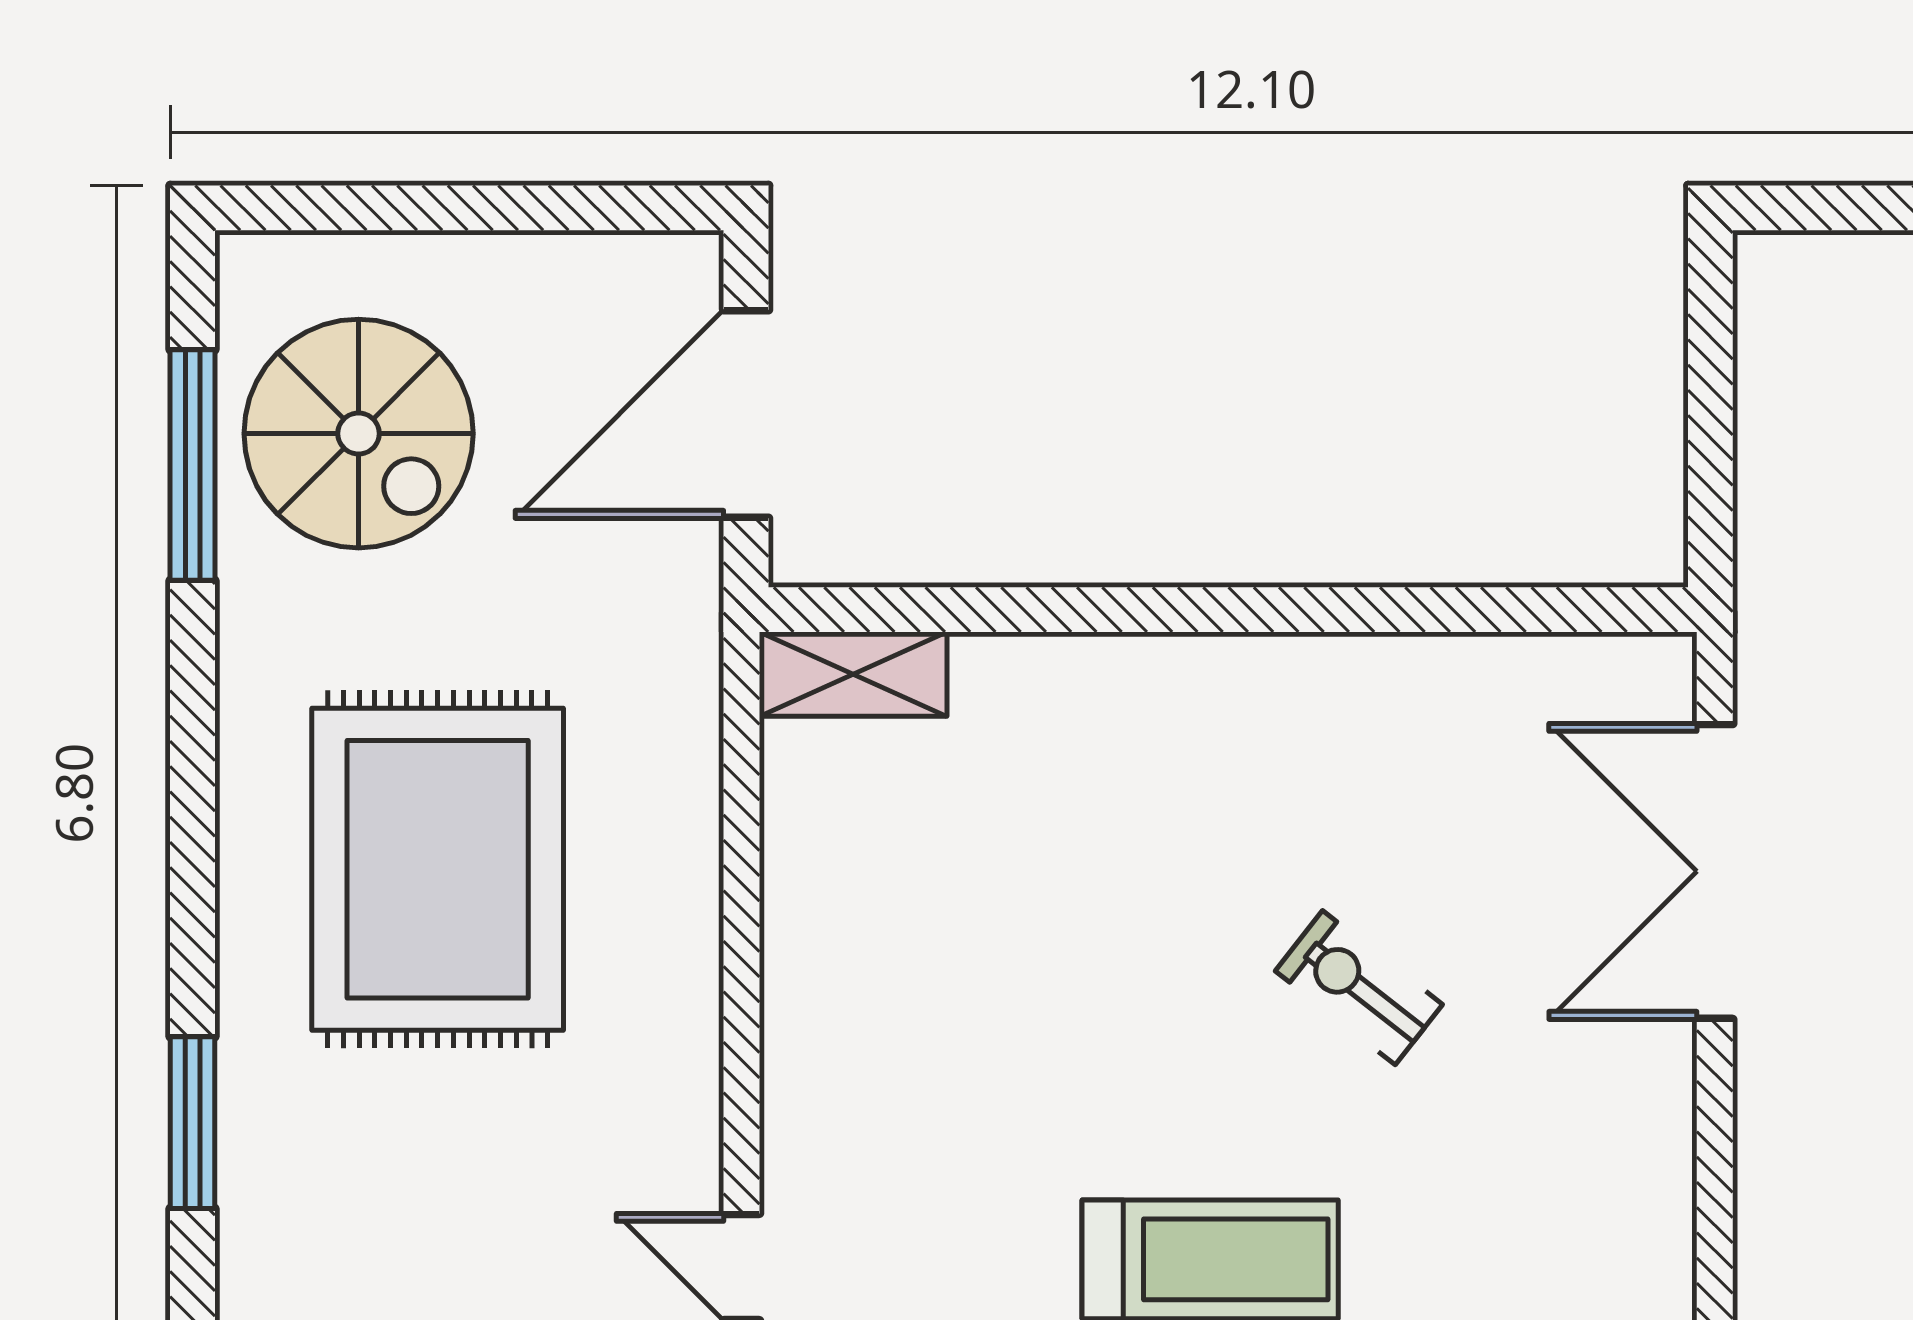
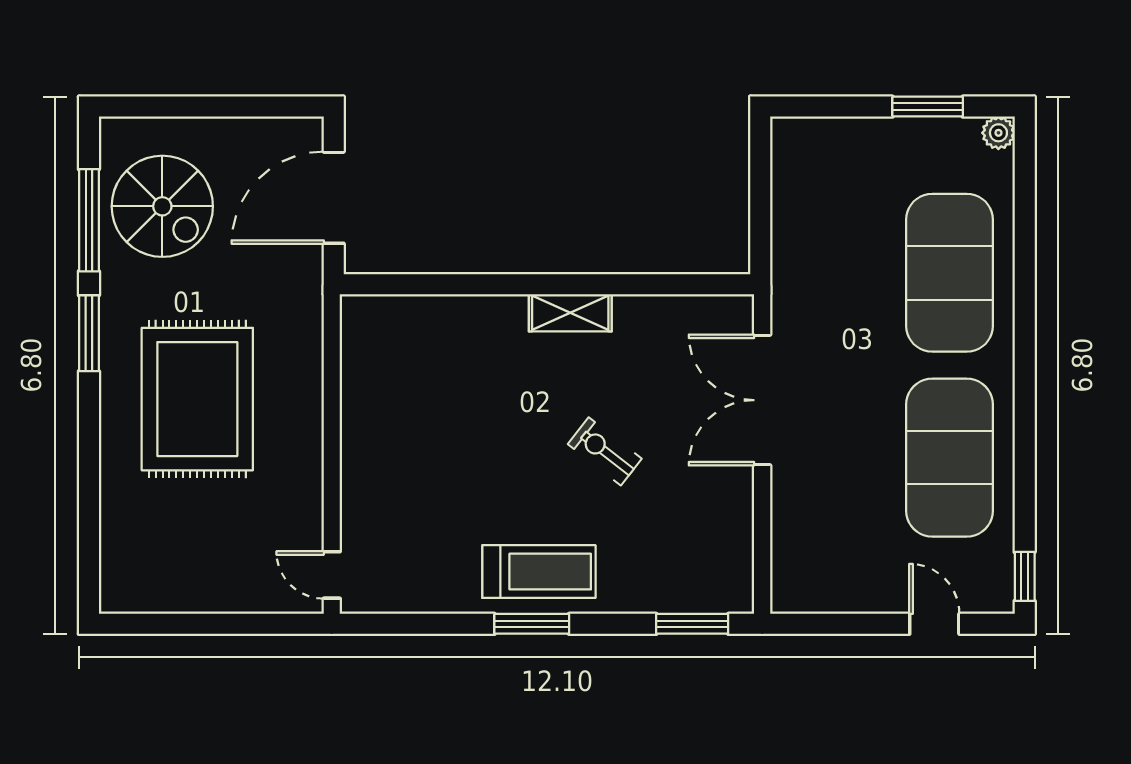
shelving: (853, 674) -> (570, 313), moved
window: (192, 1123) -> (89, 333), moved

